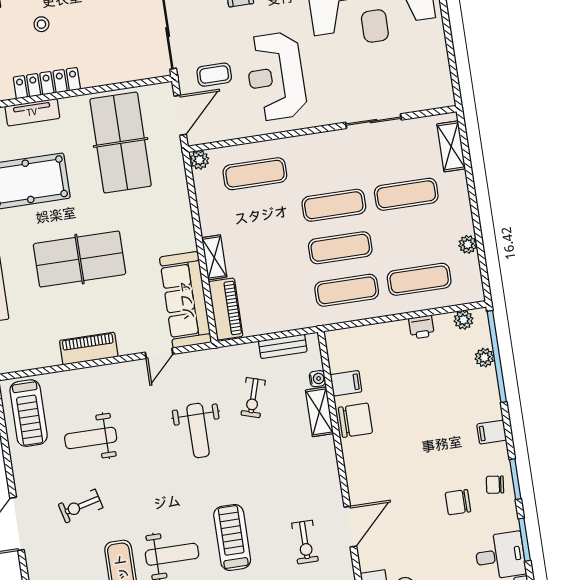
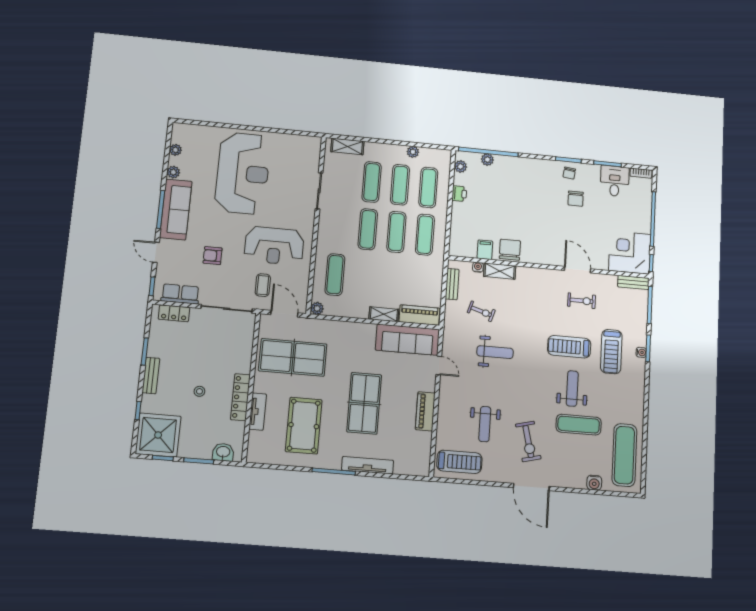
exercise mat: (413, 237) -> (400, 185), added
filing cabinet: (492, 432) -> (536, 167), removed
exercise bike: (81, 506) -> (528, 441), width x1.38, depth x1.39

